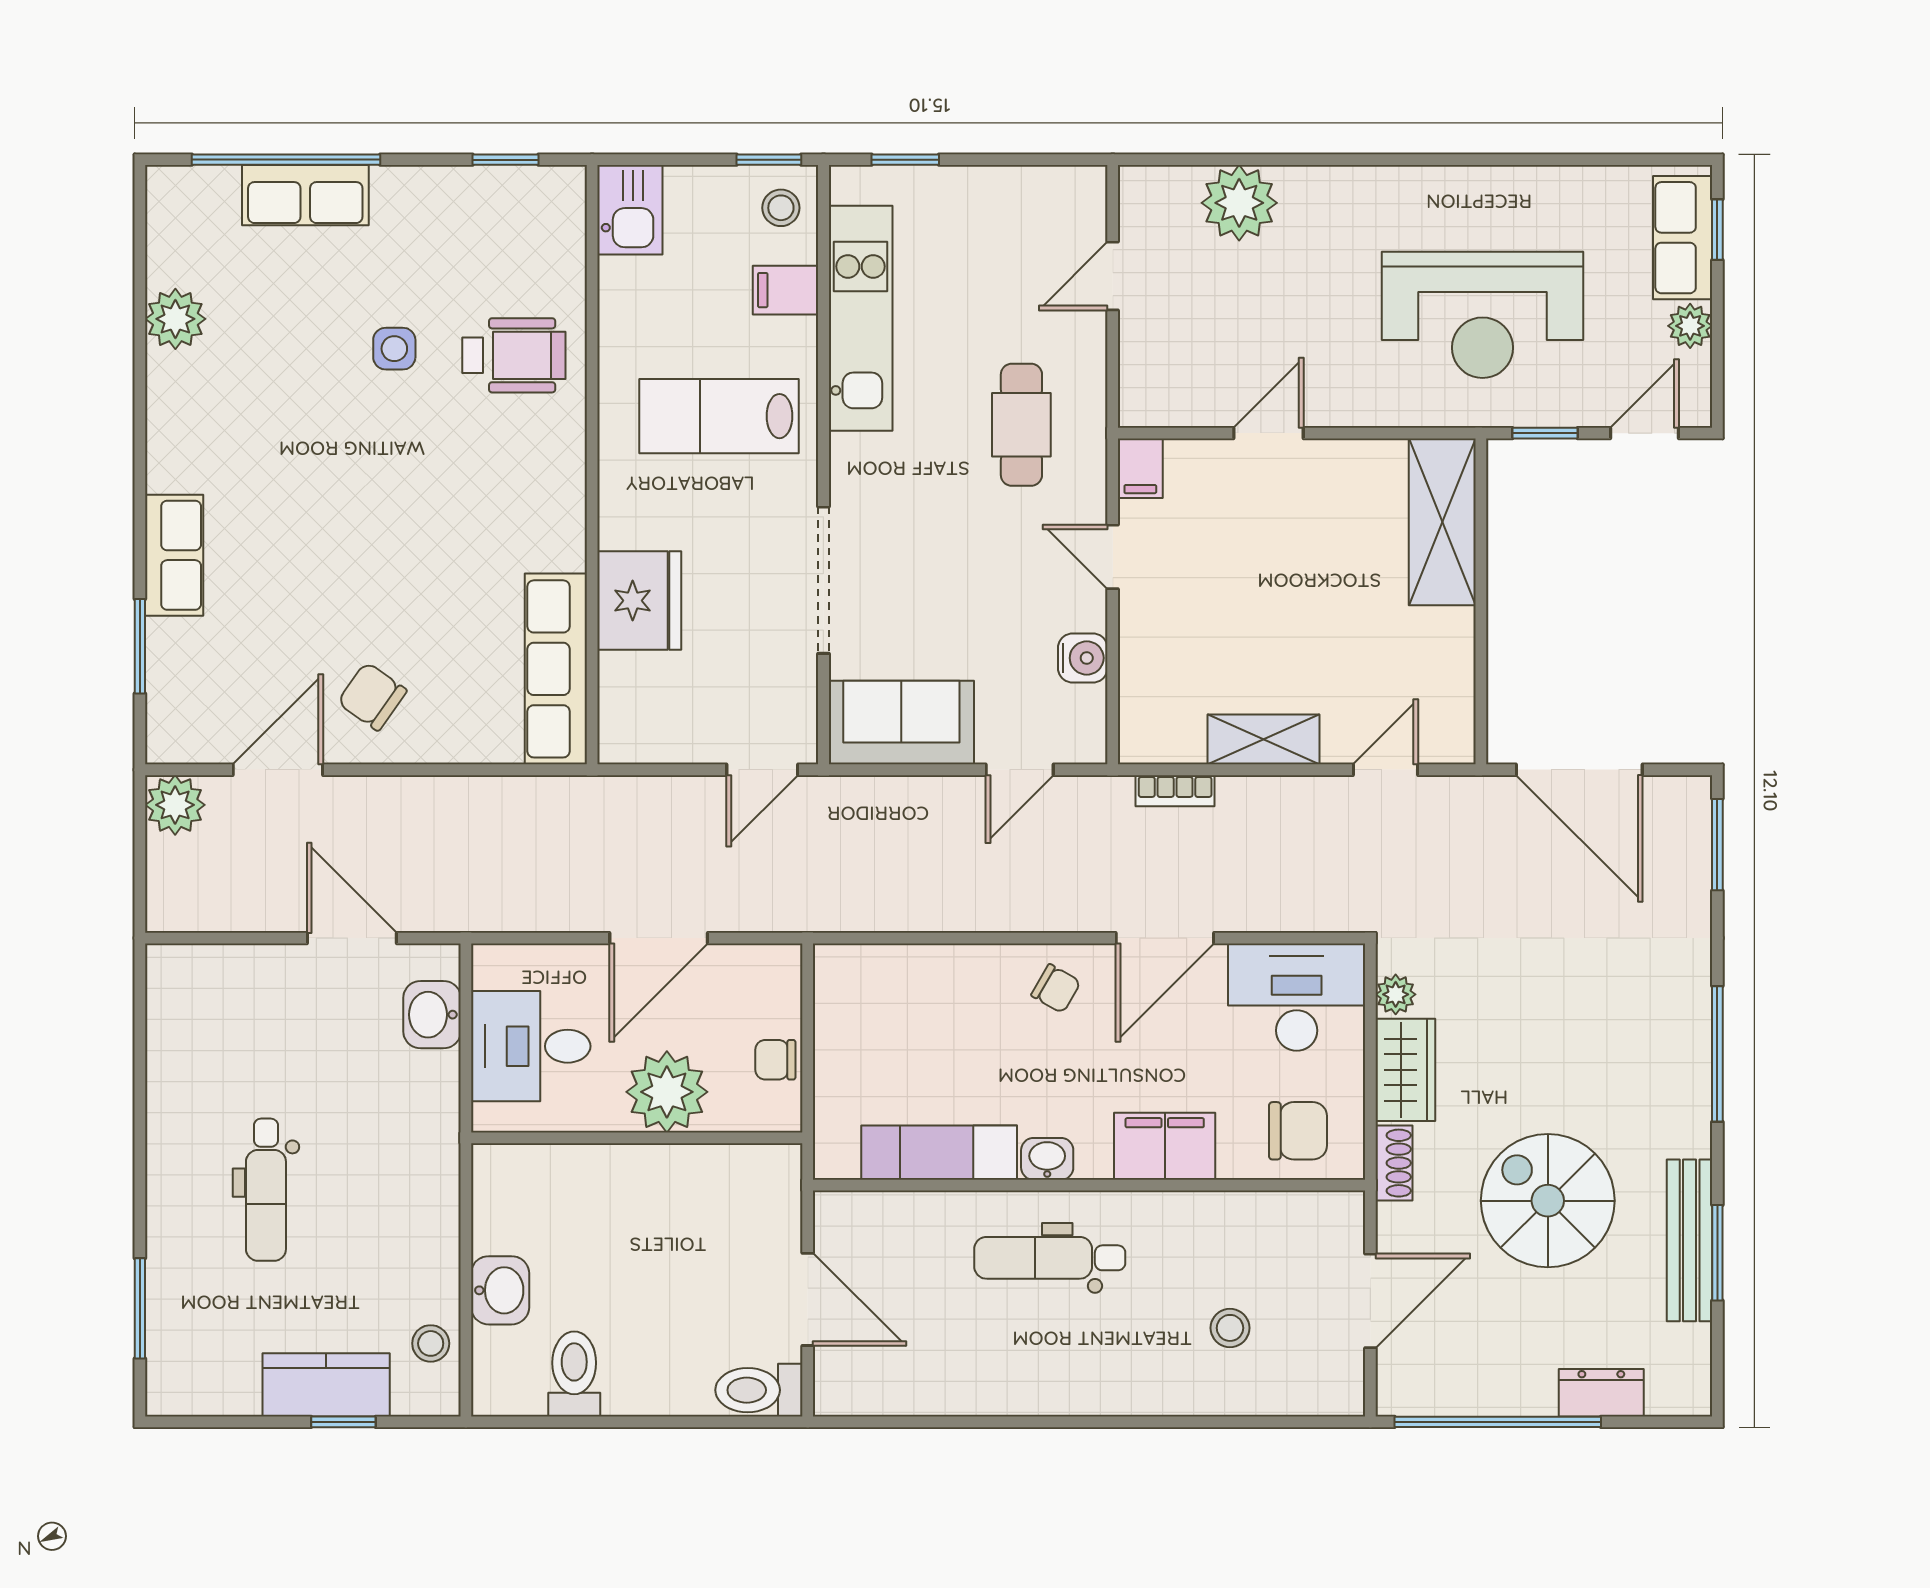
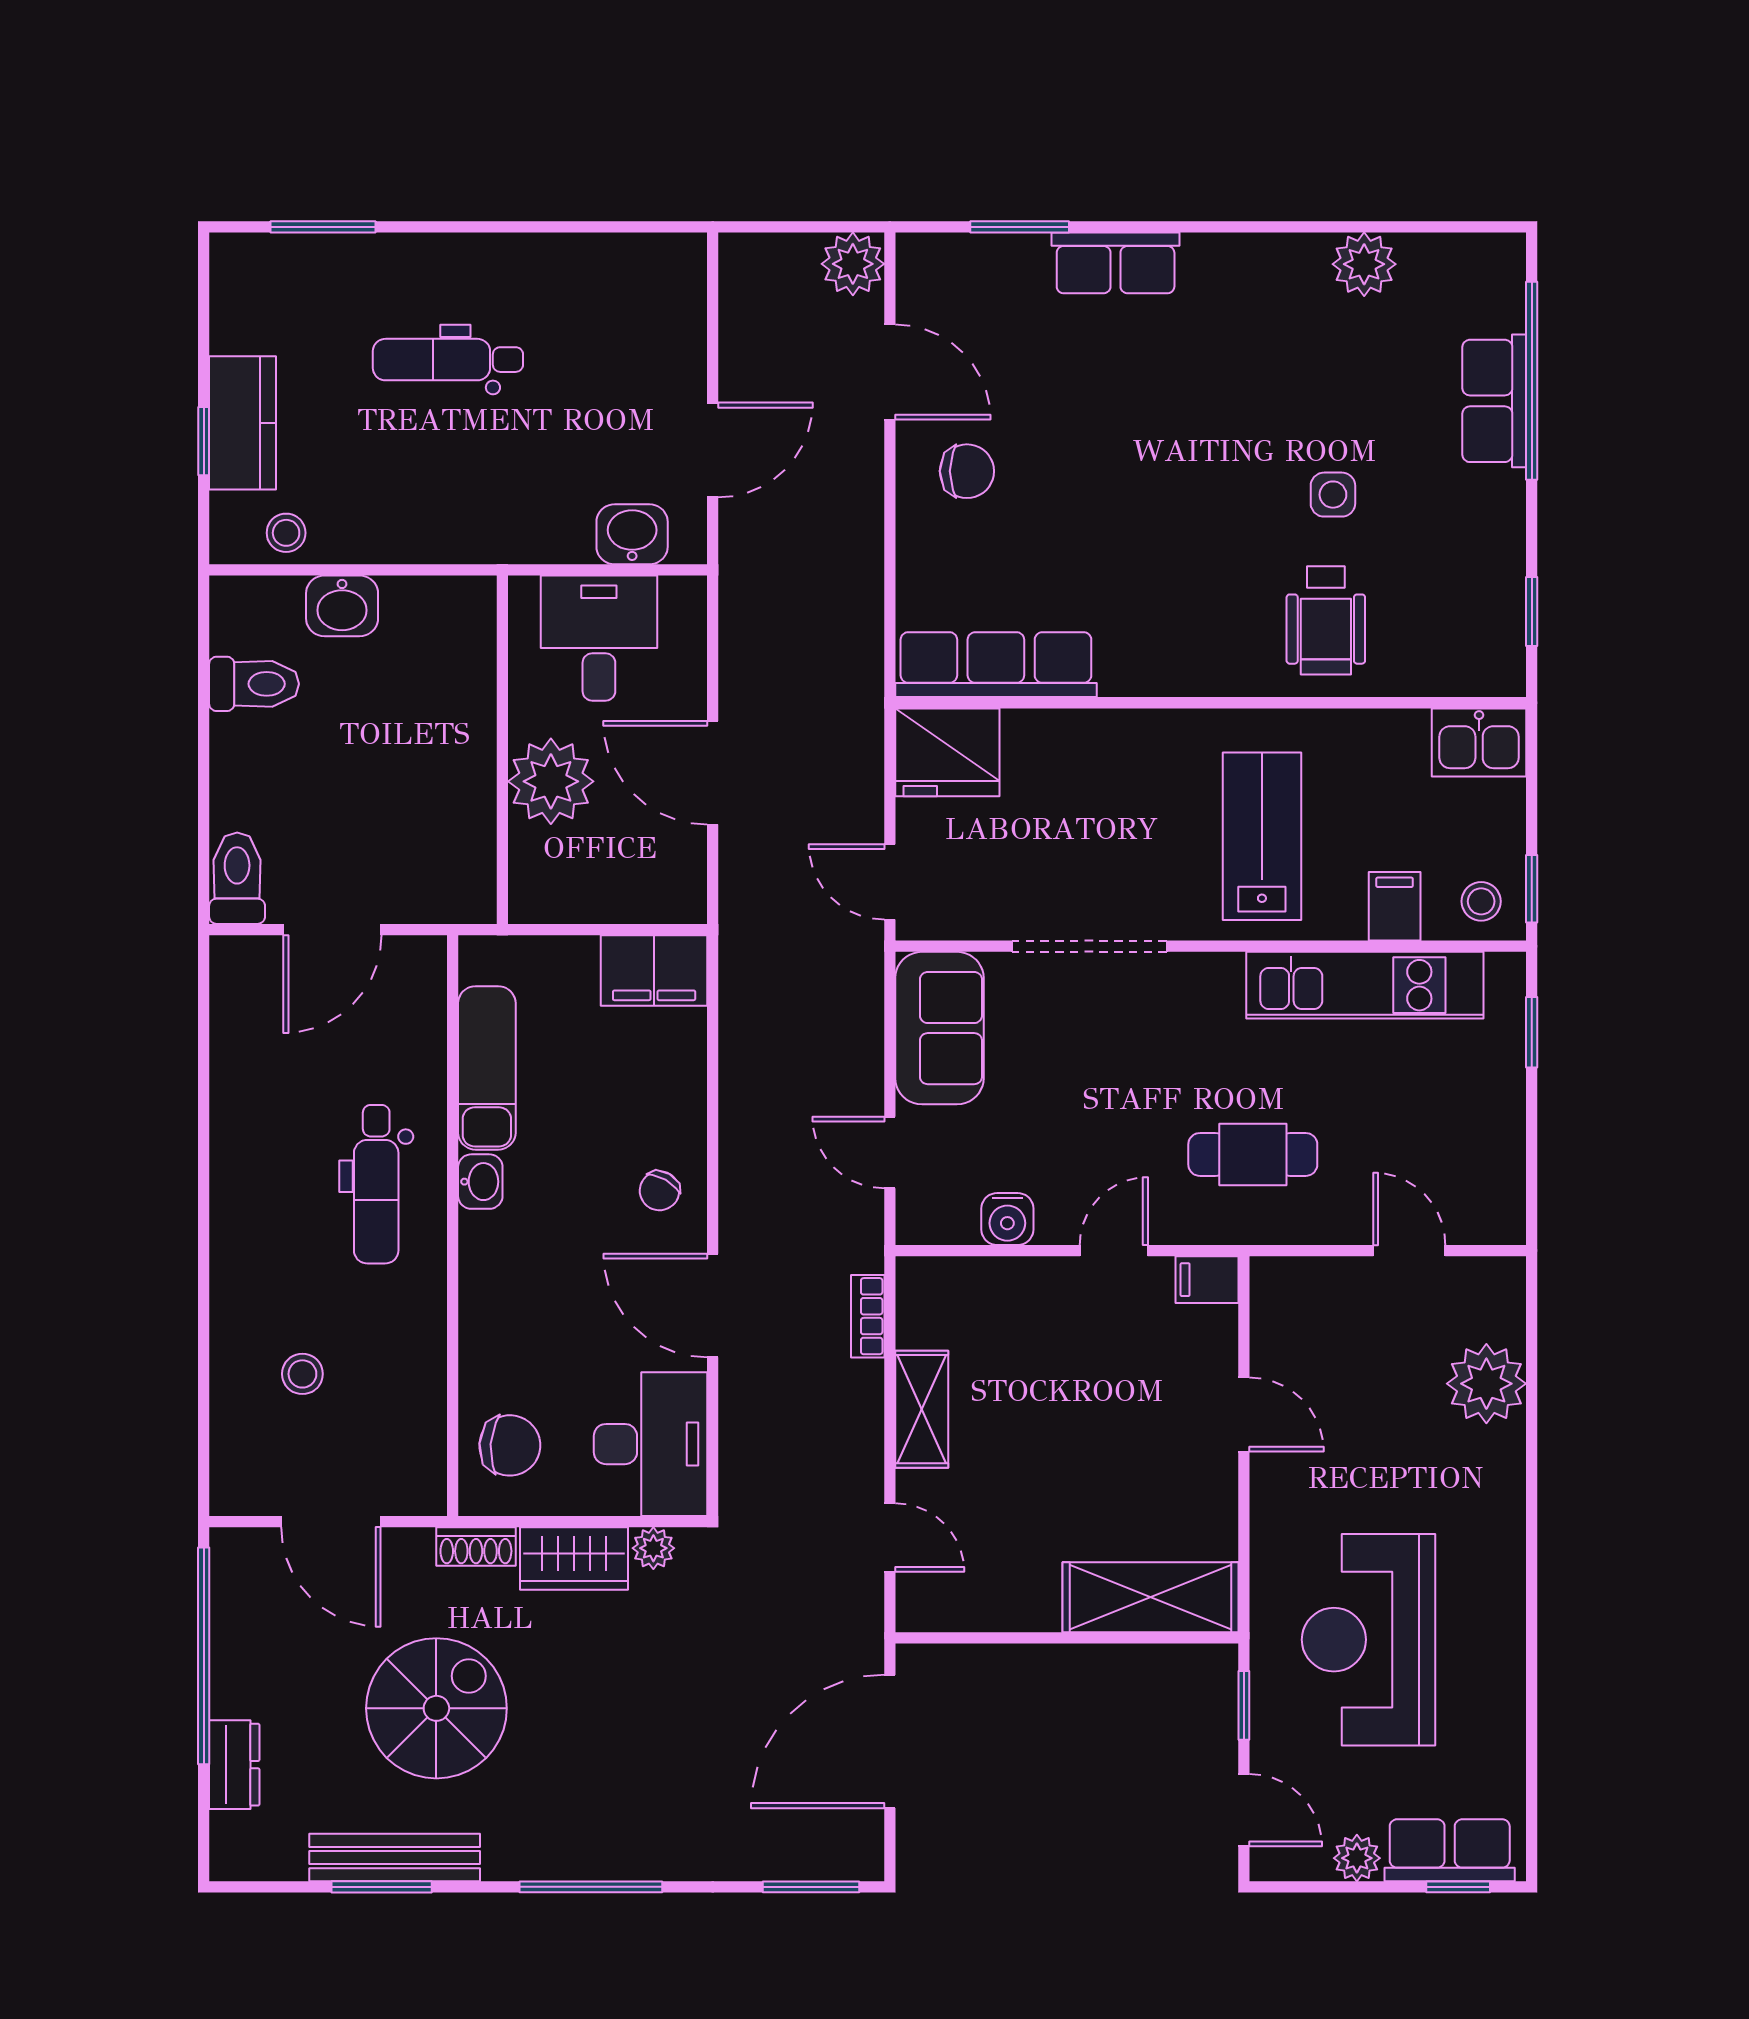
fridge: (639, 601) -> (947, 752), moved
chair: (372, 696) -> (967, 471), turned 55
chair: (775, 1060) -> (585, 896), removed
chair: (1298, 1131) -> (510, 1445), turned -86
filing cabinet: (1165, 1146) -> (654, 971), moved, turned 90
dental chair: (1050, 1258) -> (376, 1184), turned 180

